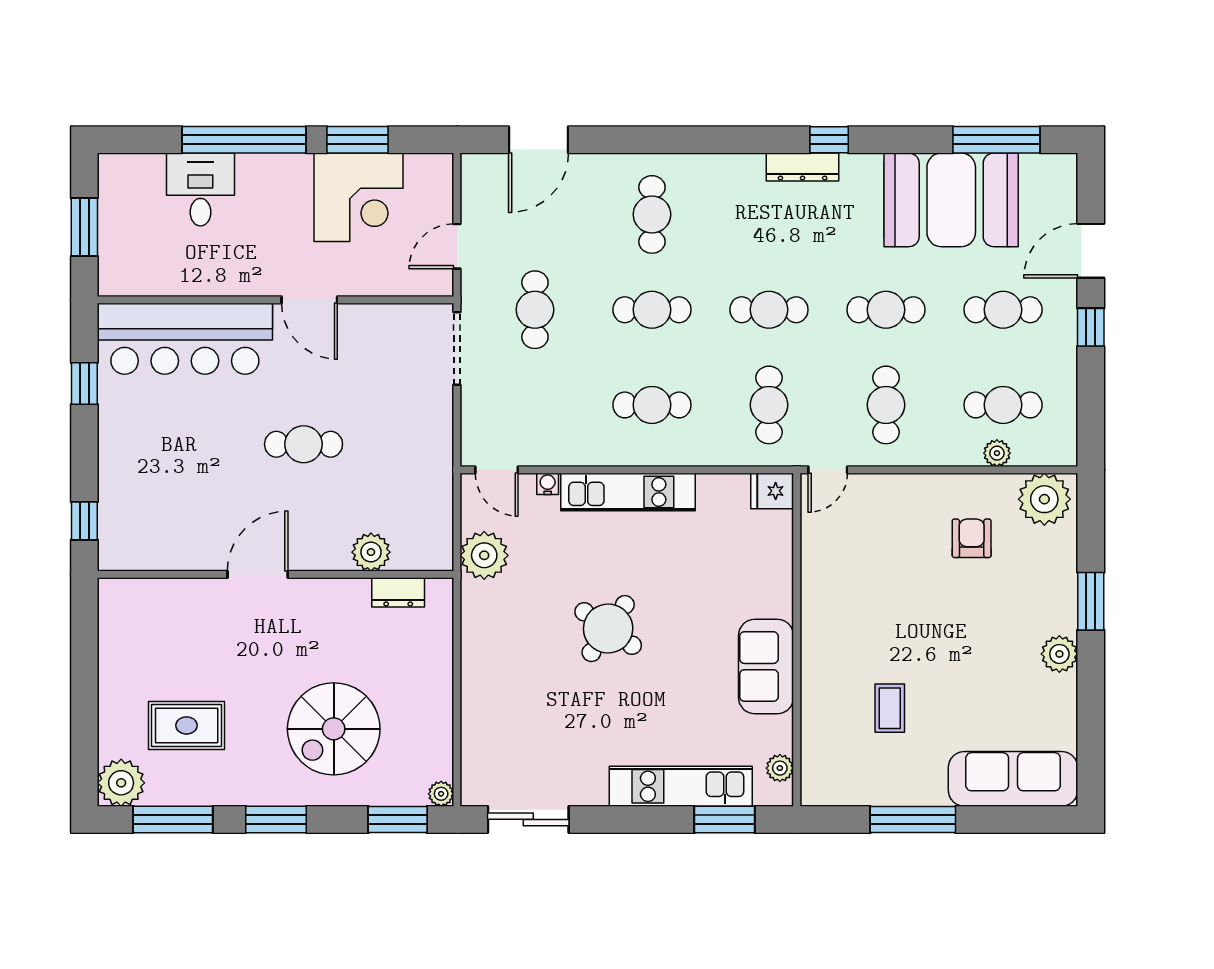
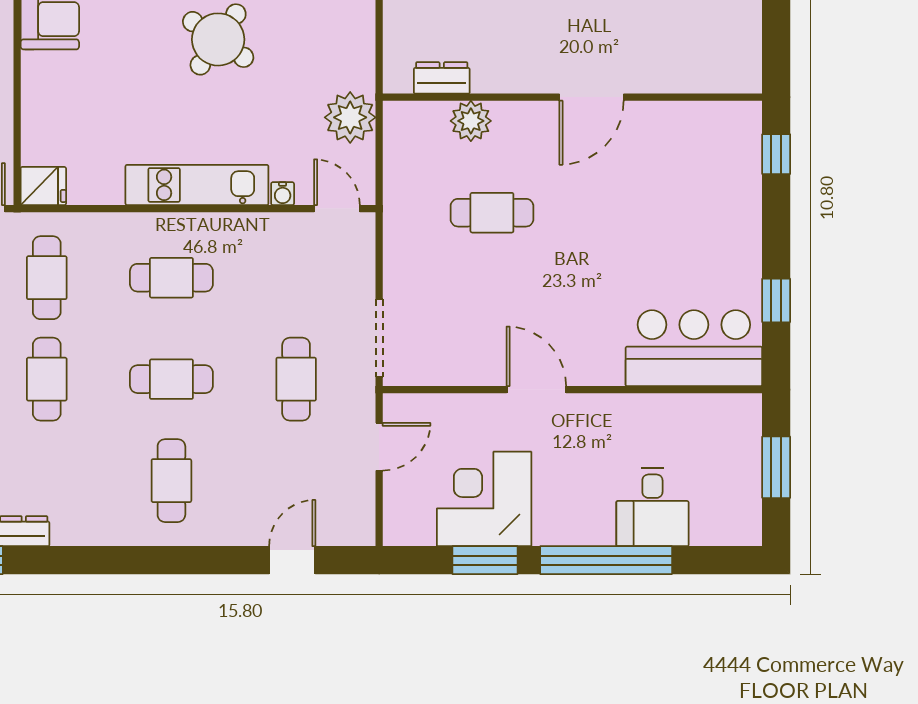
door: (539, 140) -> (292, 560), width x0.73
cafe table: (769, 310) -> (47, 379), turned 90
bar counter: (185, 339) -> (694, 348), width x0.73
cafe table: (304, 444) -> (492, 213), moved

